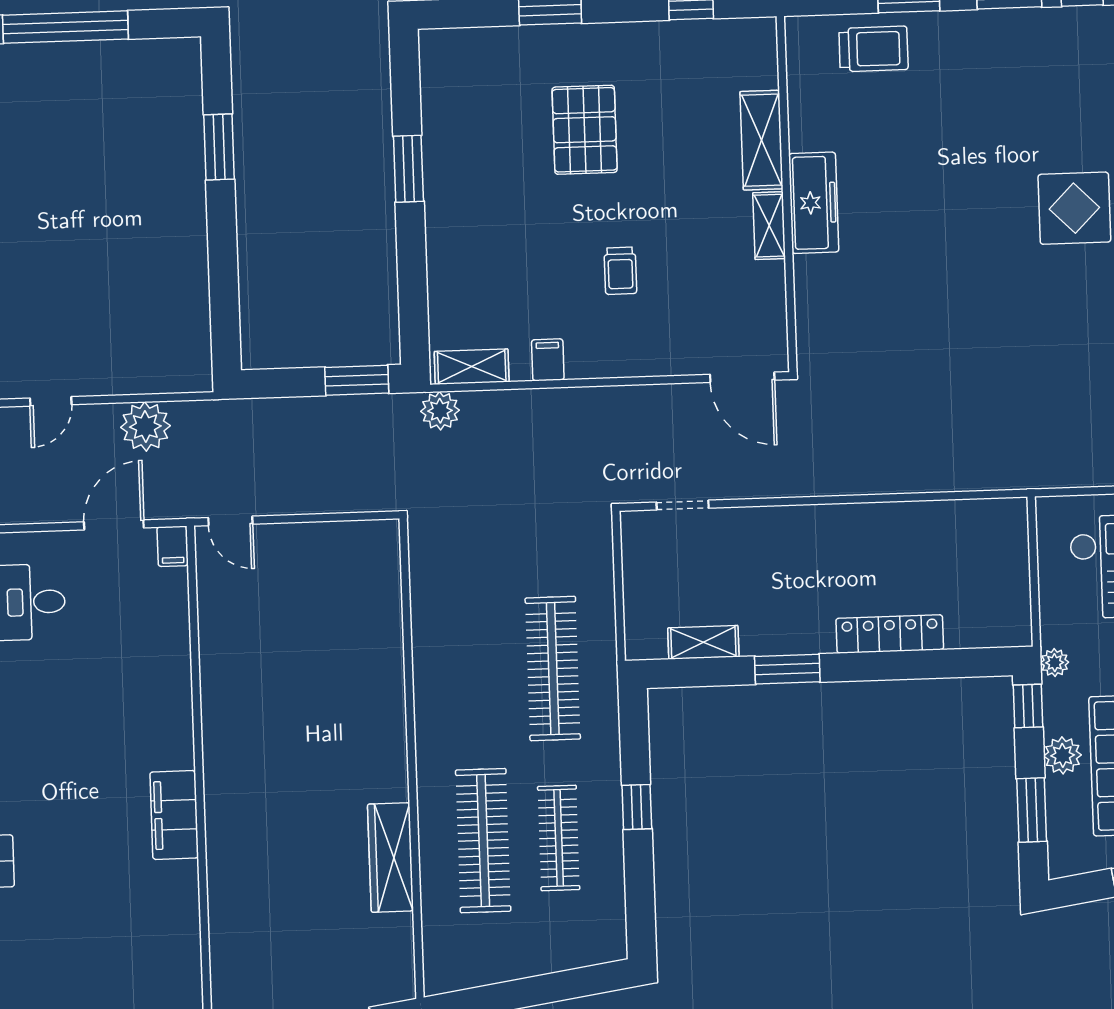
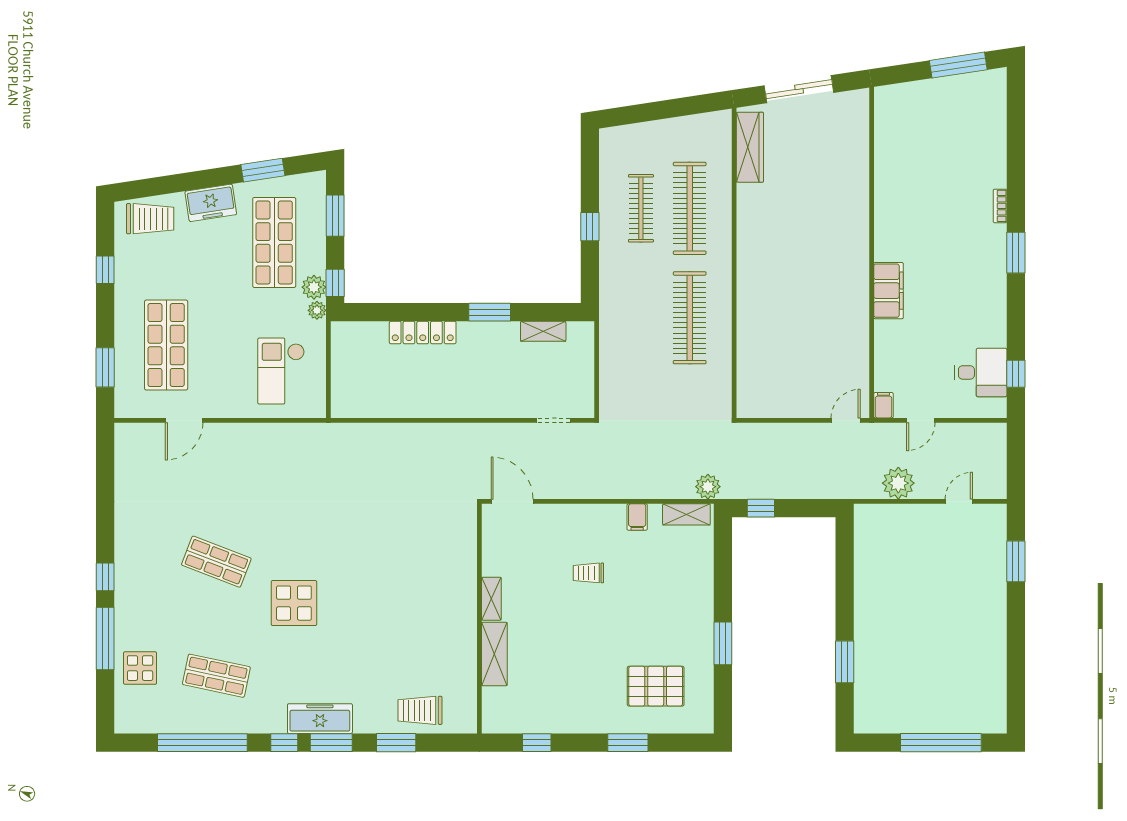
pallet: (585, 130) -> (656, 686), moved, turned 90
freezer: (814, 203) -> (320, 719), moved, turned 90
trolley: (620, 271) -> (588, 573), turned -90
window: (357, 380) -> (761, 508), width x0.67
door: (230, 521) -> (846, 420), hinge flipped
door: (114, 525) -> (921, 420), width x0.73
clothes rail: (553, 669) -> (690, 318), moved
plant: (1063, 755) -> (314, 287), moved
filing cabinet: (174, 815) -> (889, 291), moved
wardrobe: (390, 858) -> (750, 147), moved

